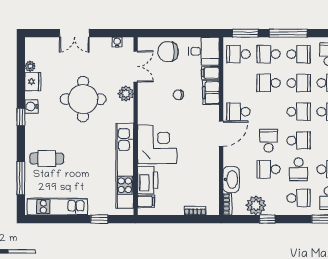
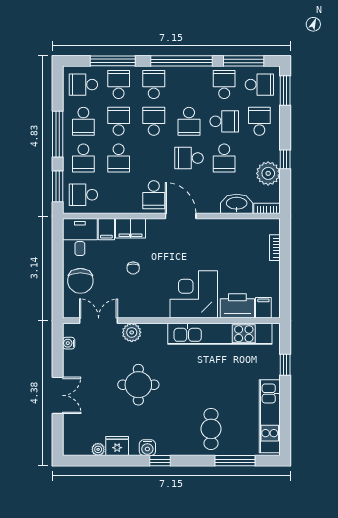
school desk: (238, 54) -> (83, 195), turned 90
school desk: (299, 54) -> (83, 121), turned 180
round table: (83, 99) -> (138, 385), width x0.73, depth x0.73
school desk: (299, 140) -> (189, 121), turned 180

